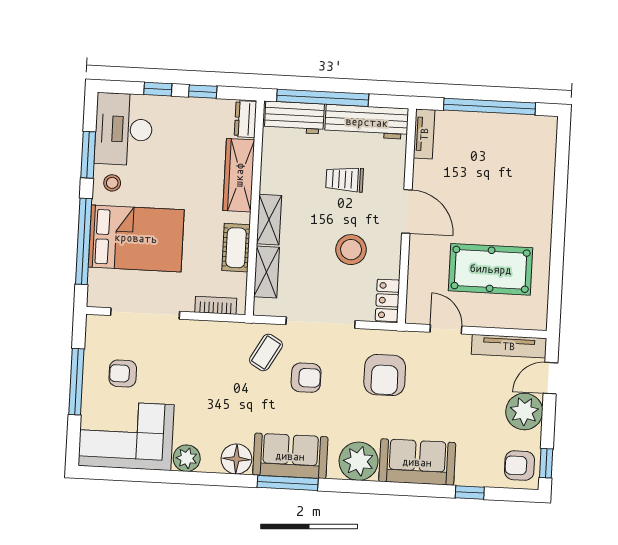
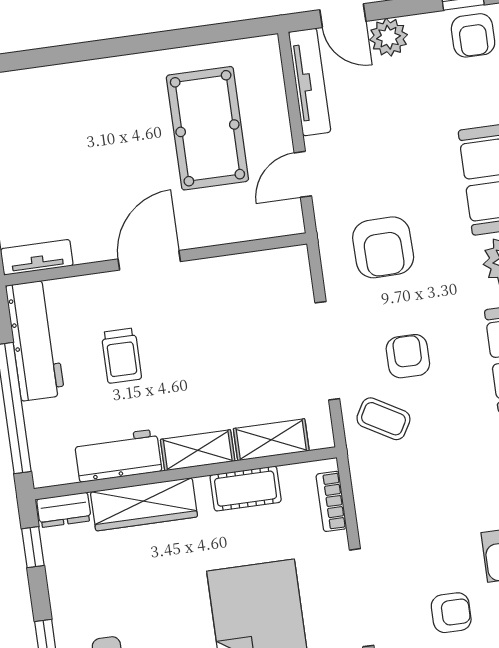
window: (203, 92) -> (33, 547), moved
workbench: (294, 118) -> (118, 456), moved, turned -90
stool: (351, 250) -> (217, 328), removed
locker: (387, 300) -> (278, 264), removed
armchair: (123, 373) -> (451, 613), turned -90
armchair: (385, 375) -> (383, 247), turned 89
plant: (524, 411) -> (389, 37), width x0.73, depth x0.73

